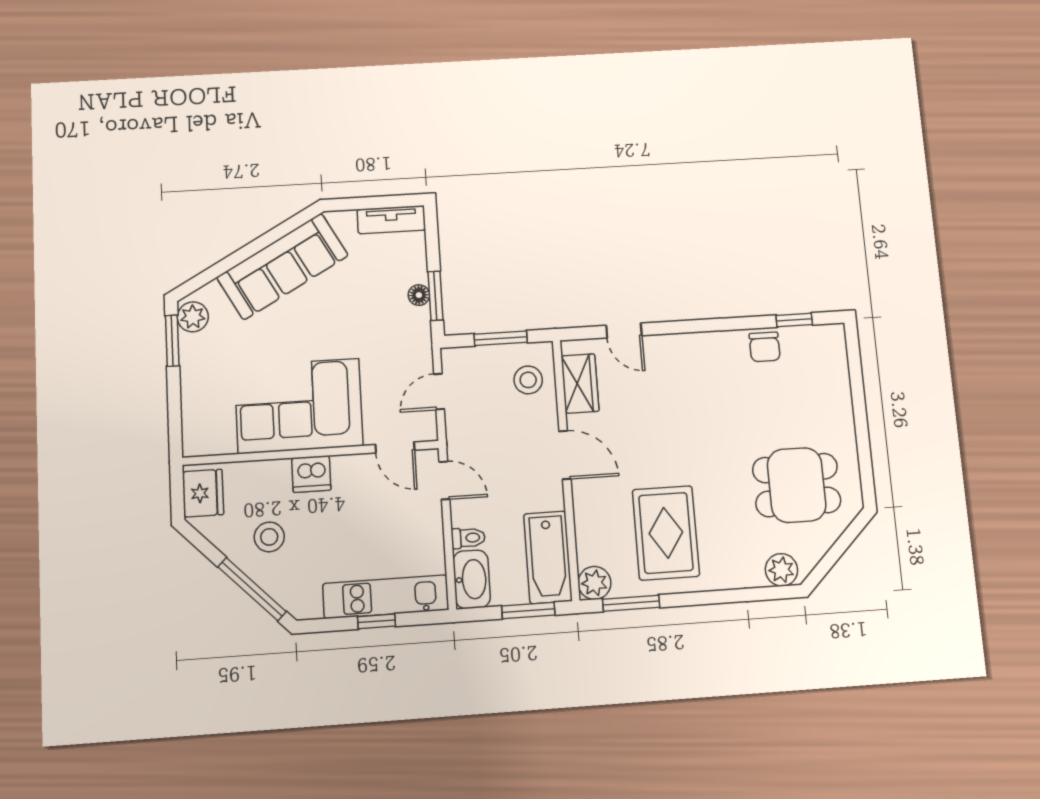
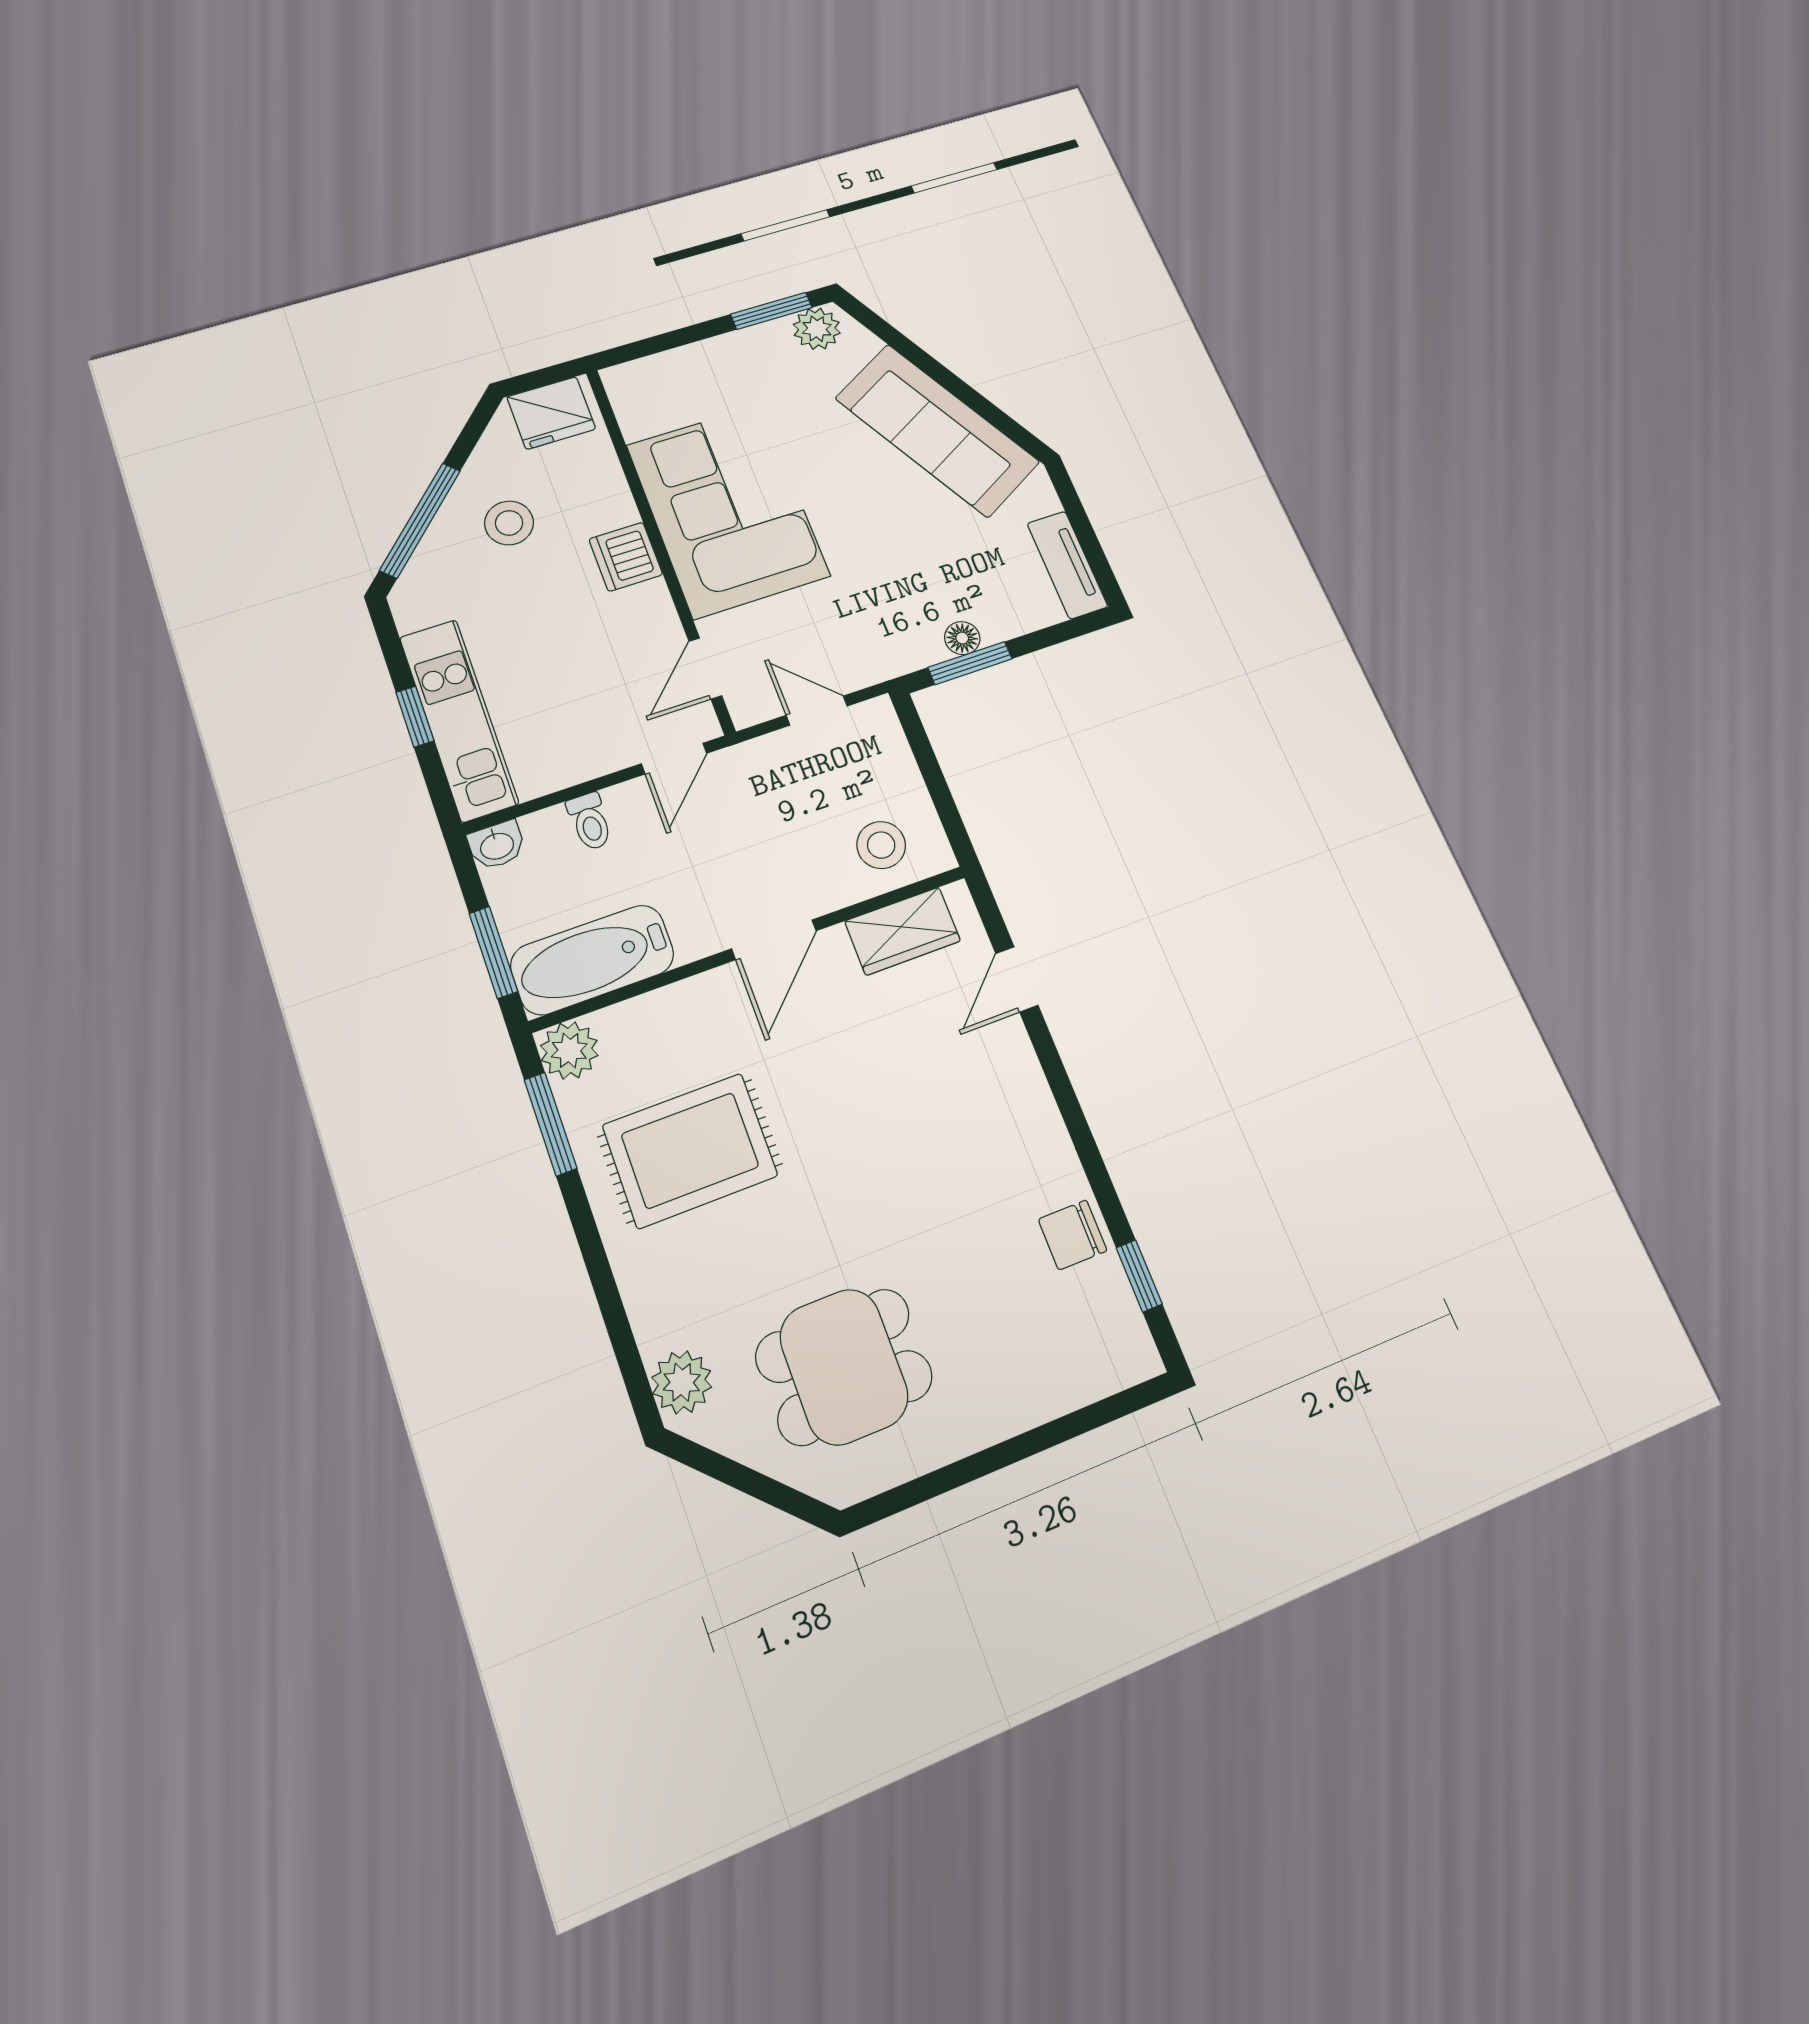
window: (501, 338) -> (936, 782), removed
dining table: (797, 485) -> (844, 1367), turned 90
washbasin: (472, 579) -> (497, 845), width x0.52, depth x0.69

